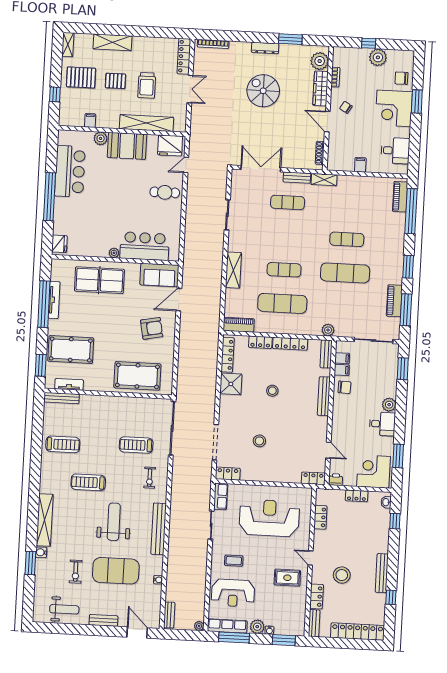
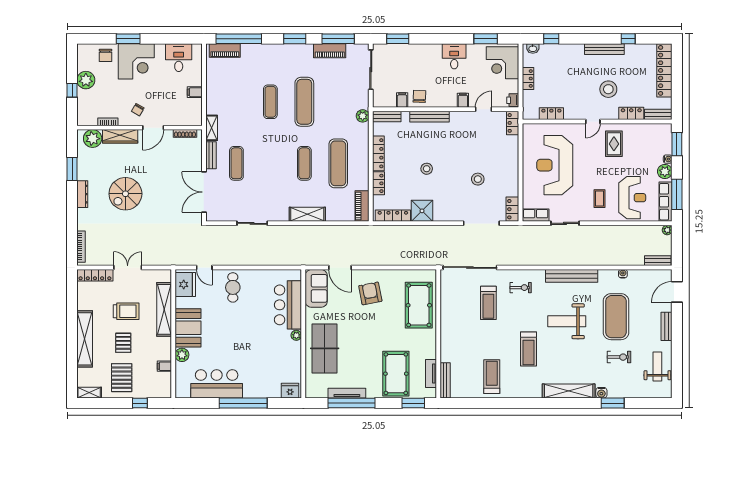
shelving: (113, 42) -> (85, 339), width x1.47
filing cabinet: (342, 358) -> (463, 100), moved
plant: (389, 405) -> (435, 51), removed

